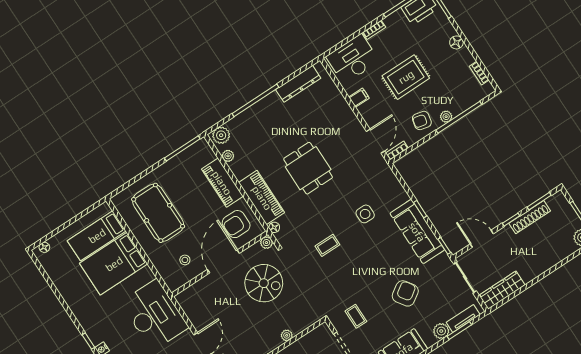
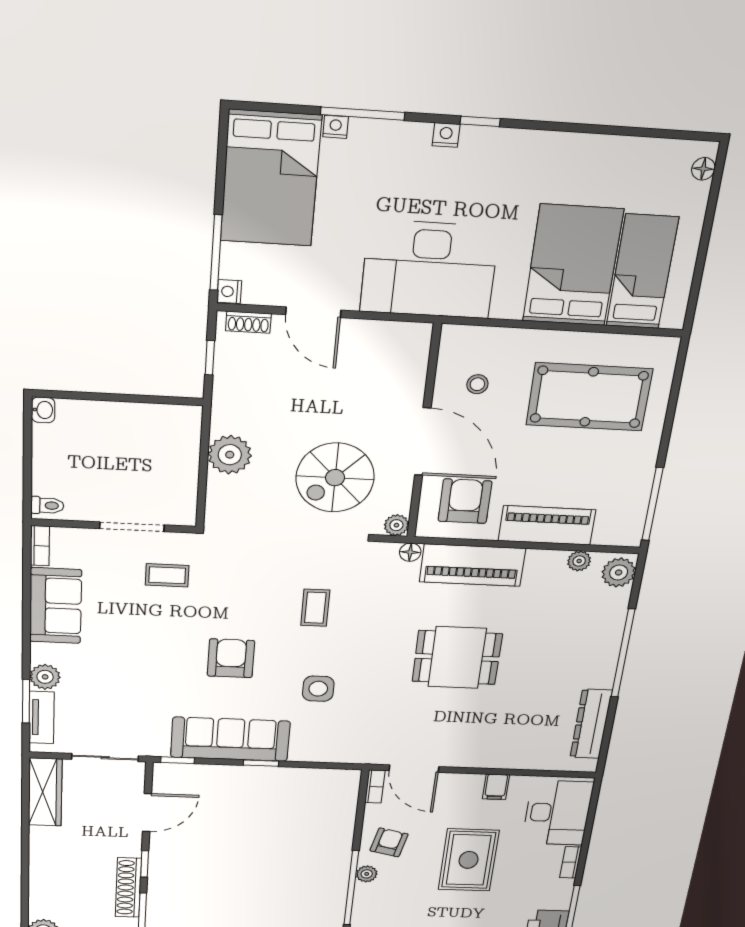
armchair: (405, 293) -> (231, 658), moved, turned -146
plant: (287, 335) -> (230, 455), width x1.88, depth x1.88

